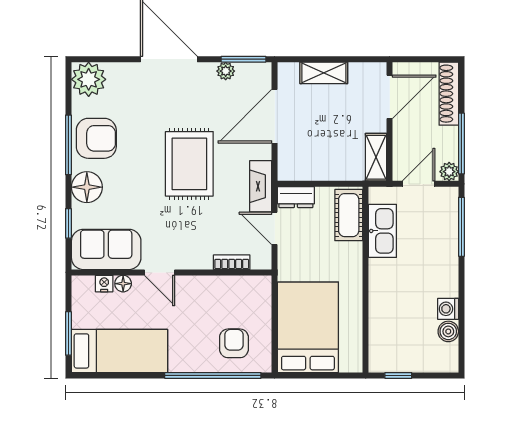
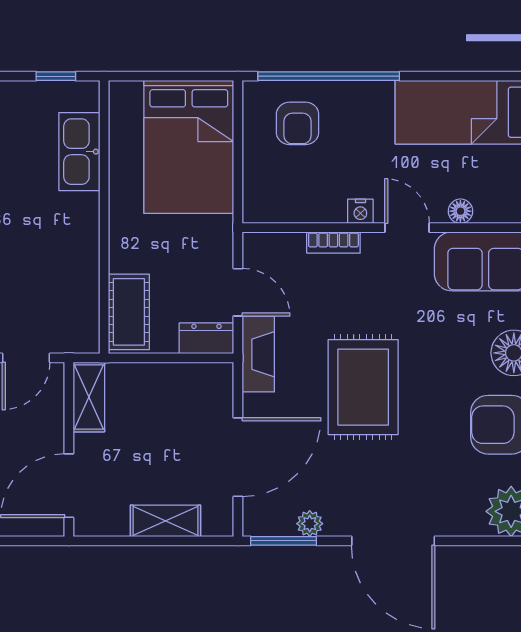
kitchen sink: (382, 231) -> (79, 152), moved
bookcase: (232, 262) -> (333, 242), moved
nightstand: (104, 284) -> (360, 211), moved

